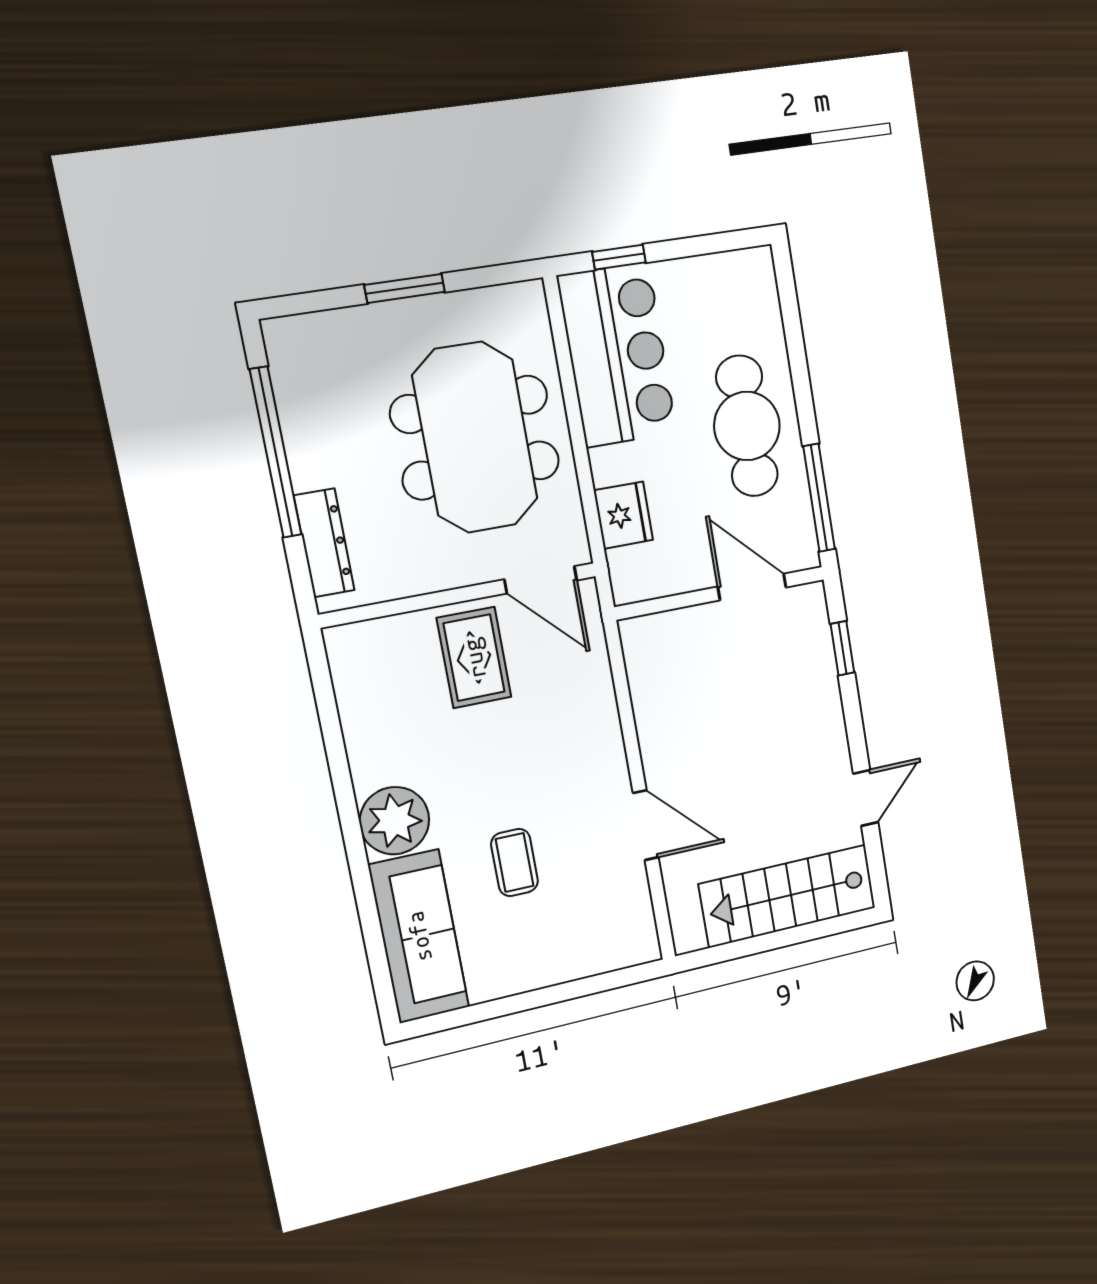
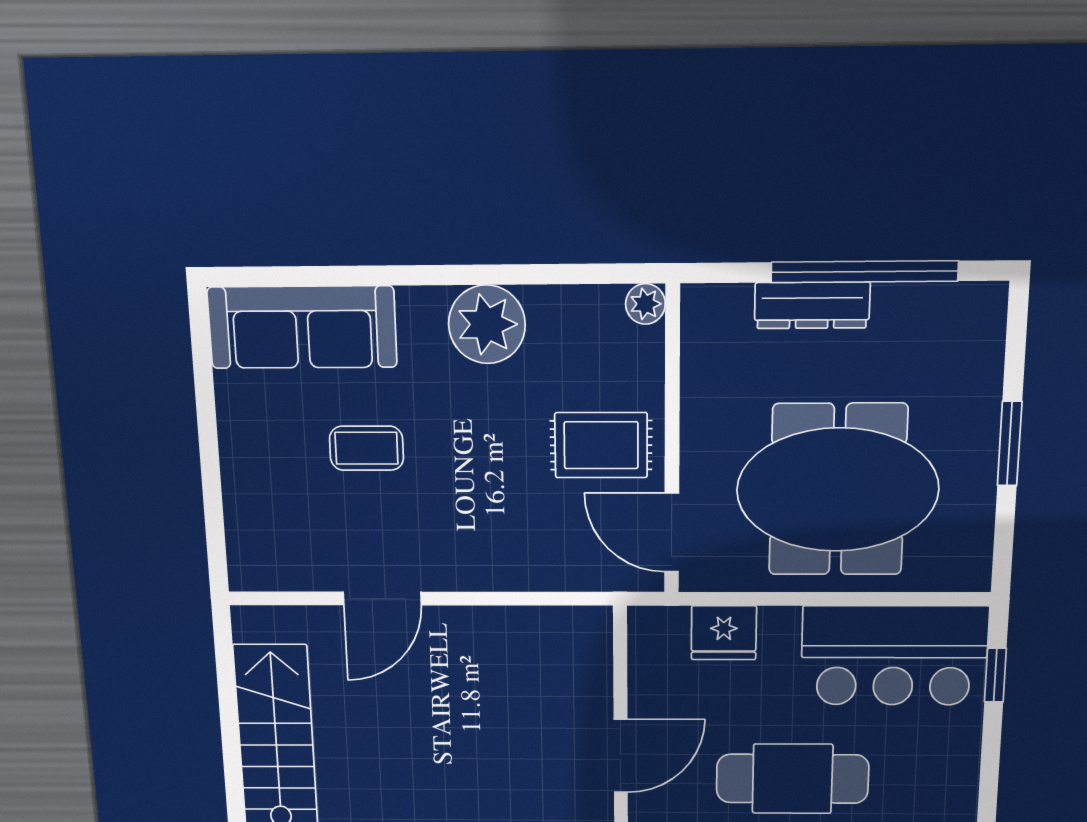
dresser: (324, 543) -> (812, 305), moved
door: (541, 580) -> (672, 532), hinge flipped
plant: (342, 642) -> (645, 304), added
plant: (395, 821) -> (487, 324), moved

